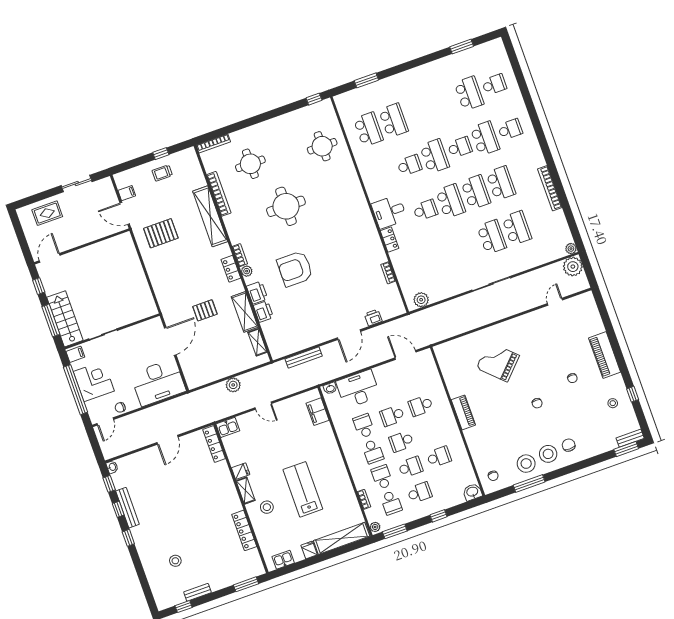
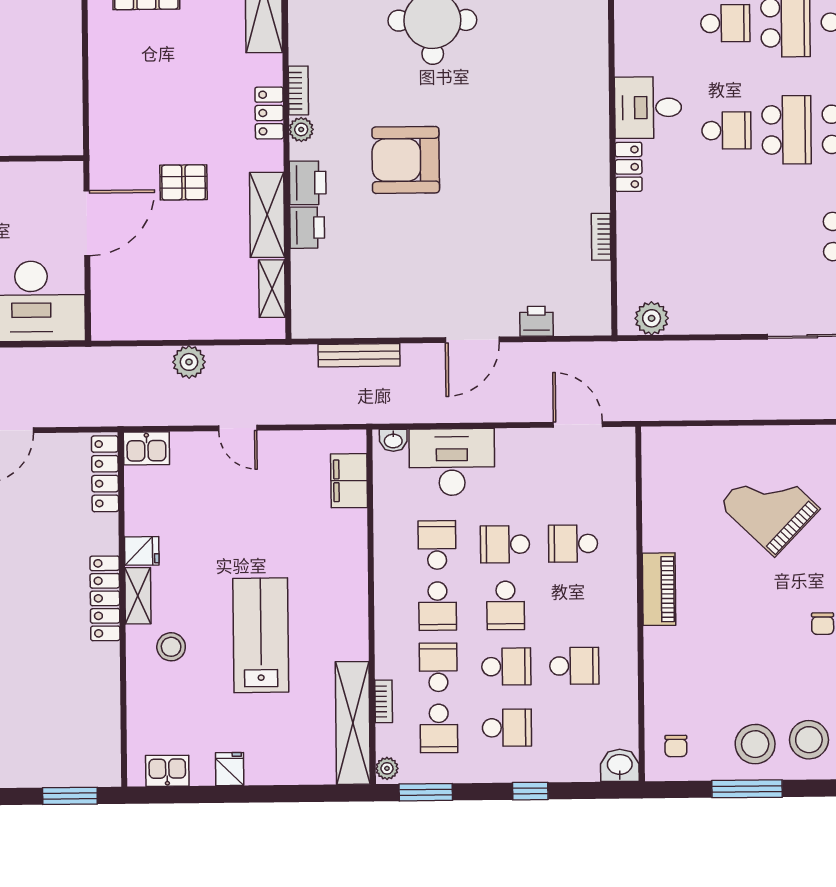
school desk: (401, 441) -> (506, 605), turned -90
locker: (244, 530) -> (105, 598), moved
shelving: (342, 538) -> (353, 723), moved, turned 90

